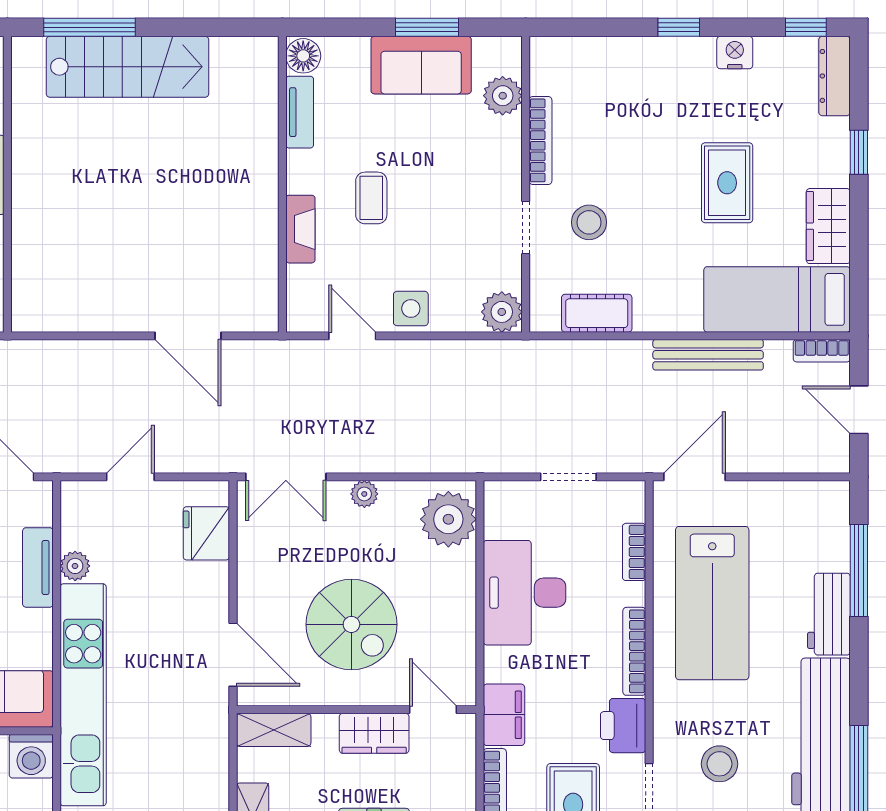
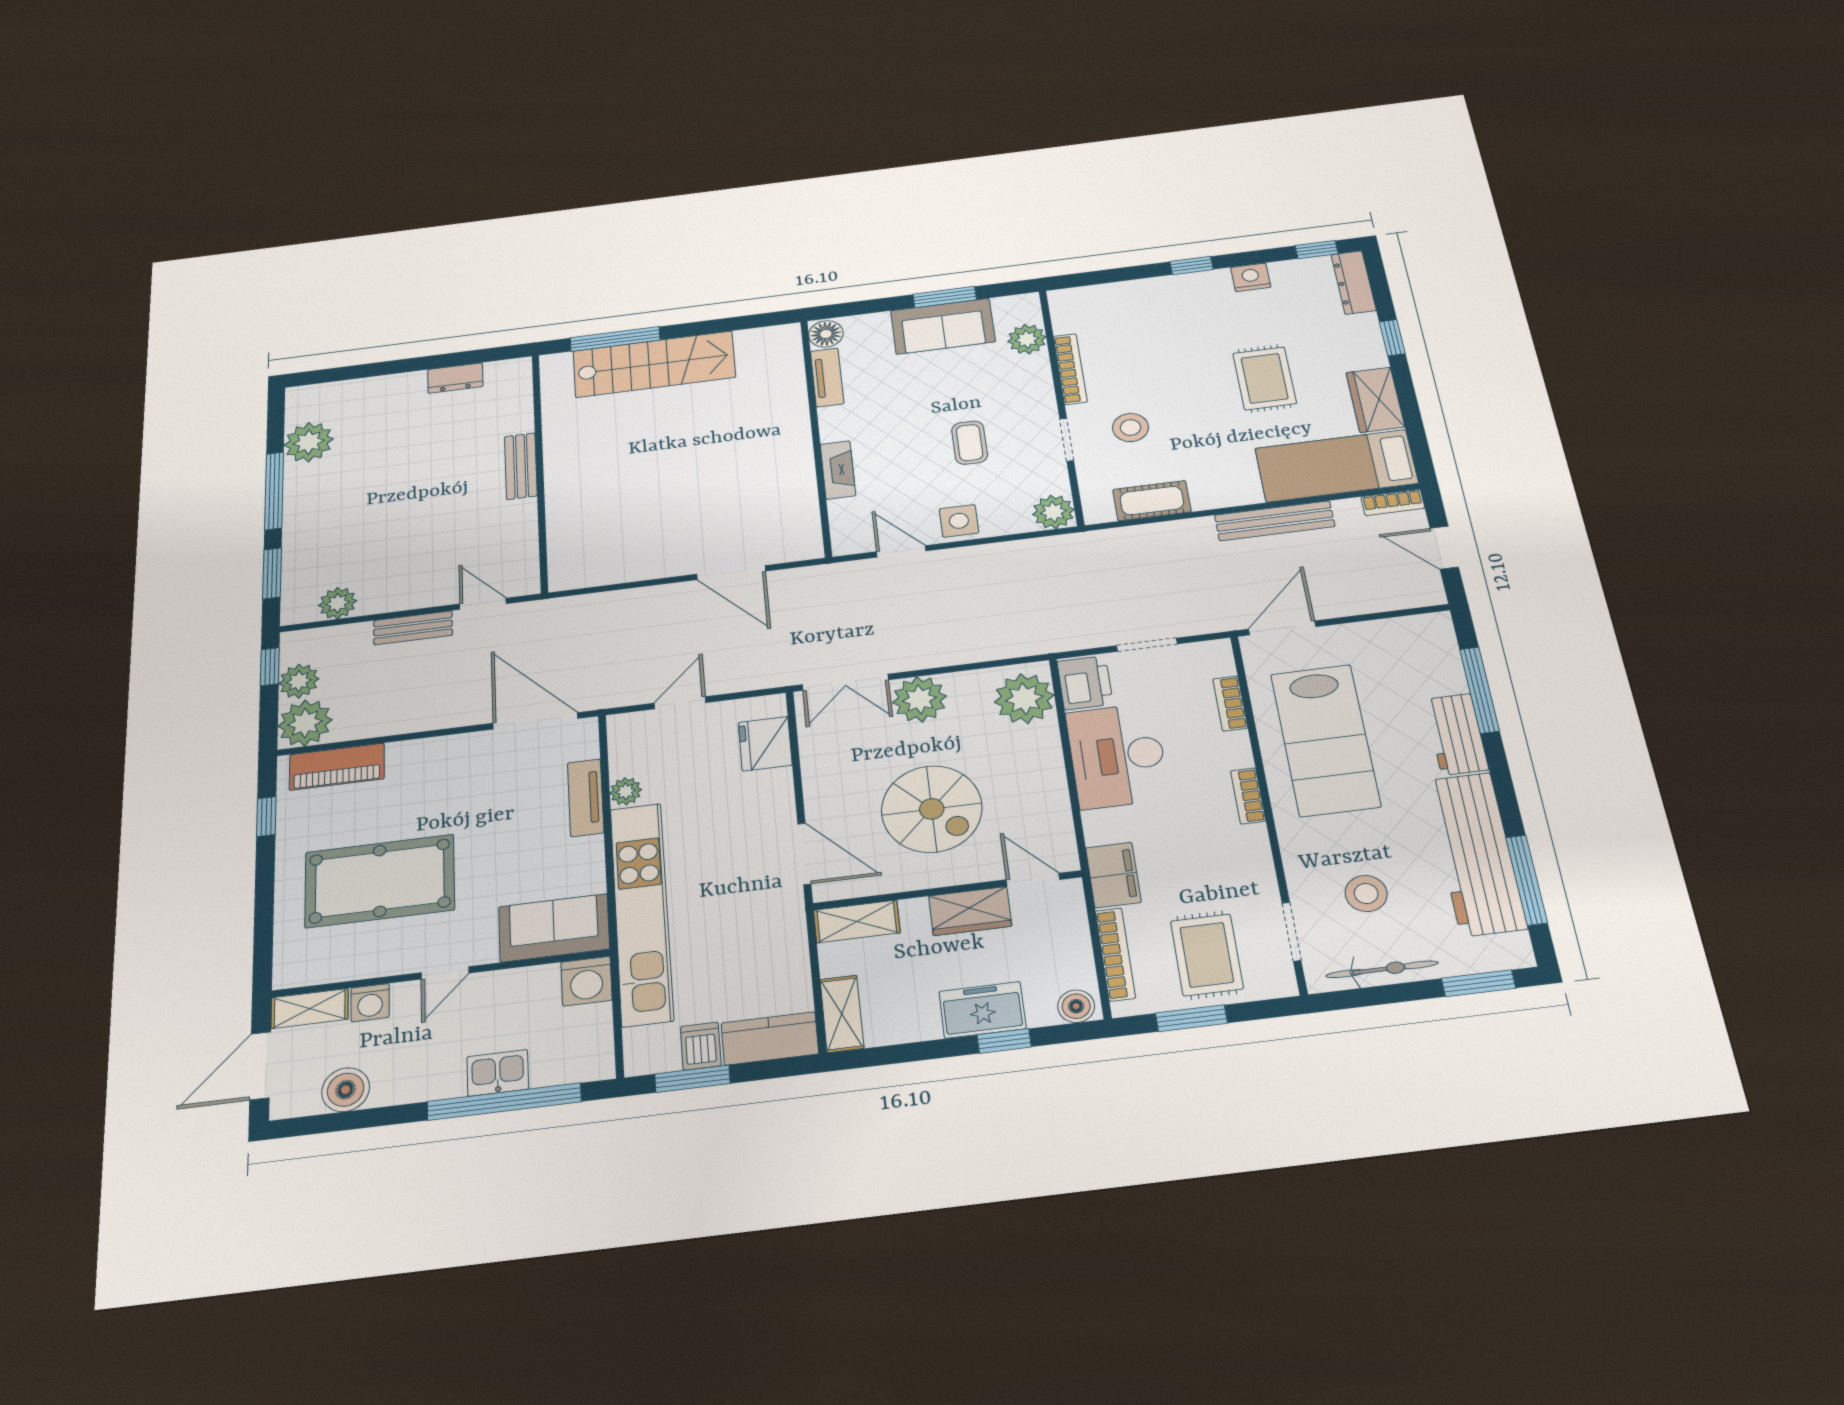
coffee table: (371, 198) -> (970, 443), moved
plant: (364, 494) -> (919, 699), width x1.88, depth x1.88
bookcase: (634, 651) -> (1248, 796), width x0.64
printer: (623, 726) -> (1085, 683), moved, turned 180

